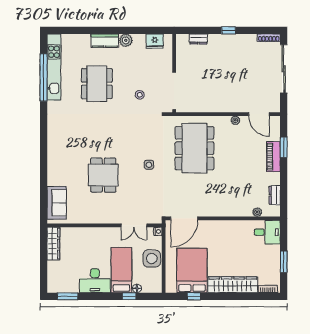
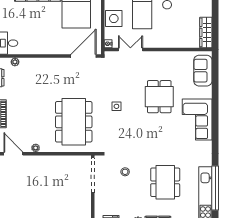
corner sofa: (63, 151) -> (197, 120), added

